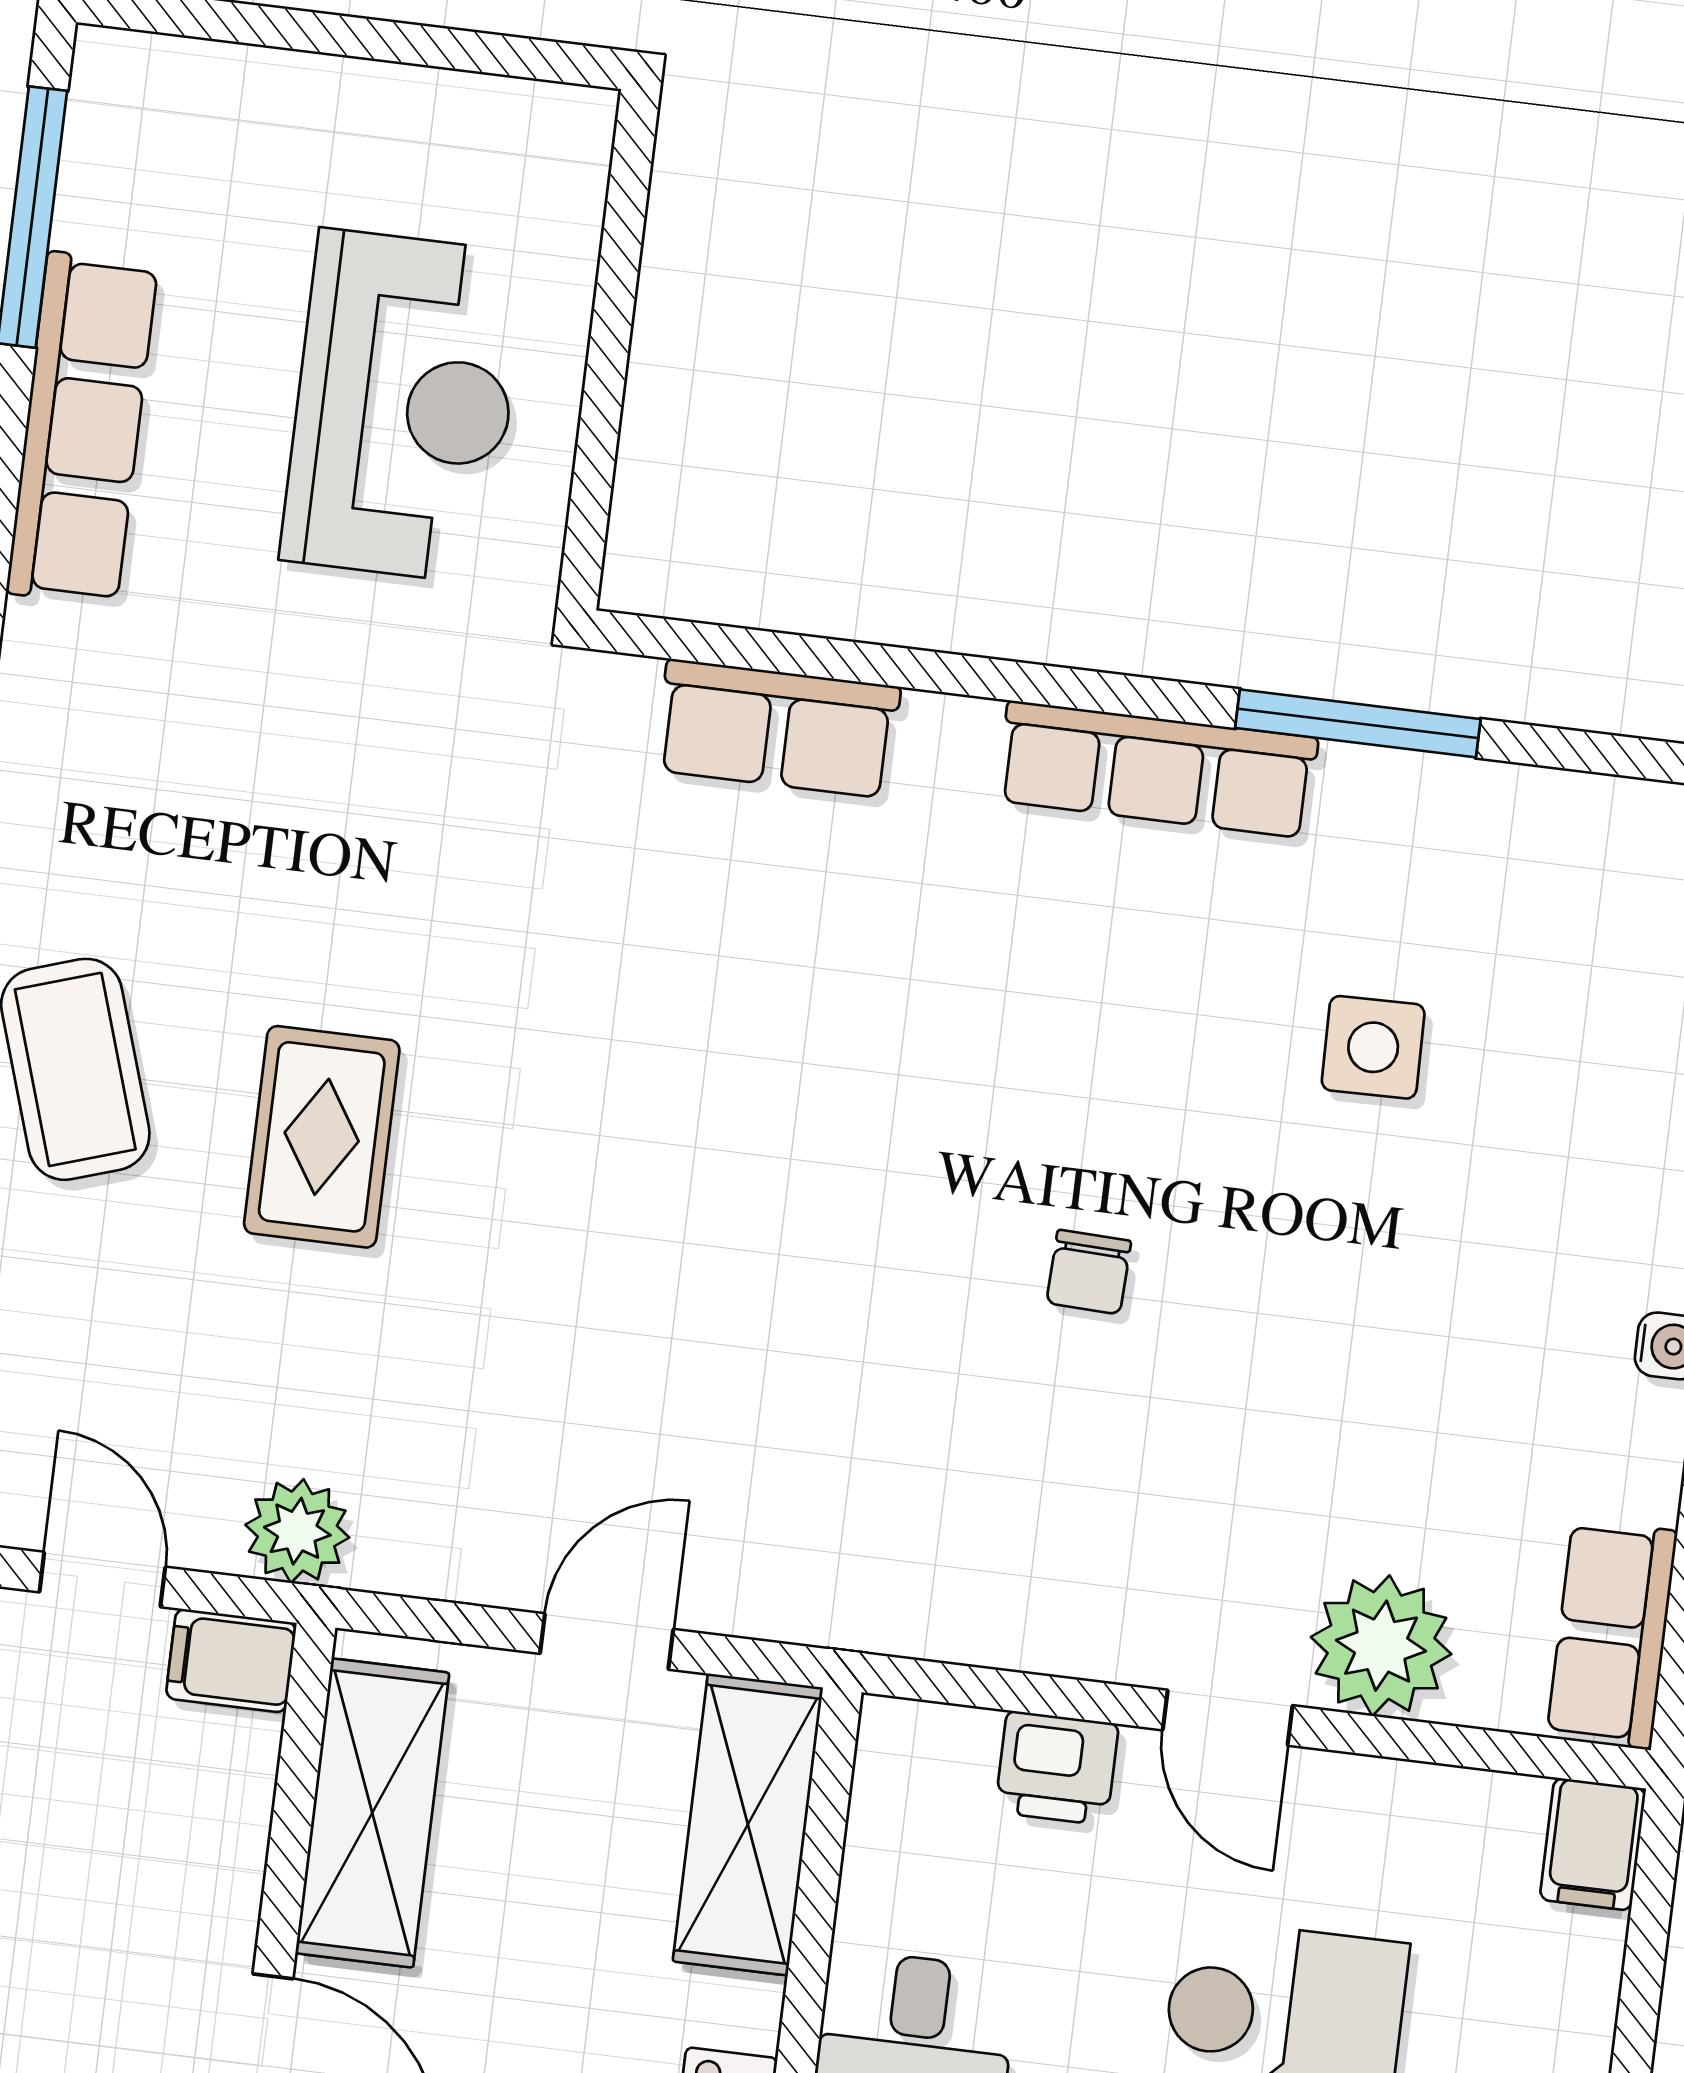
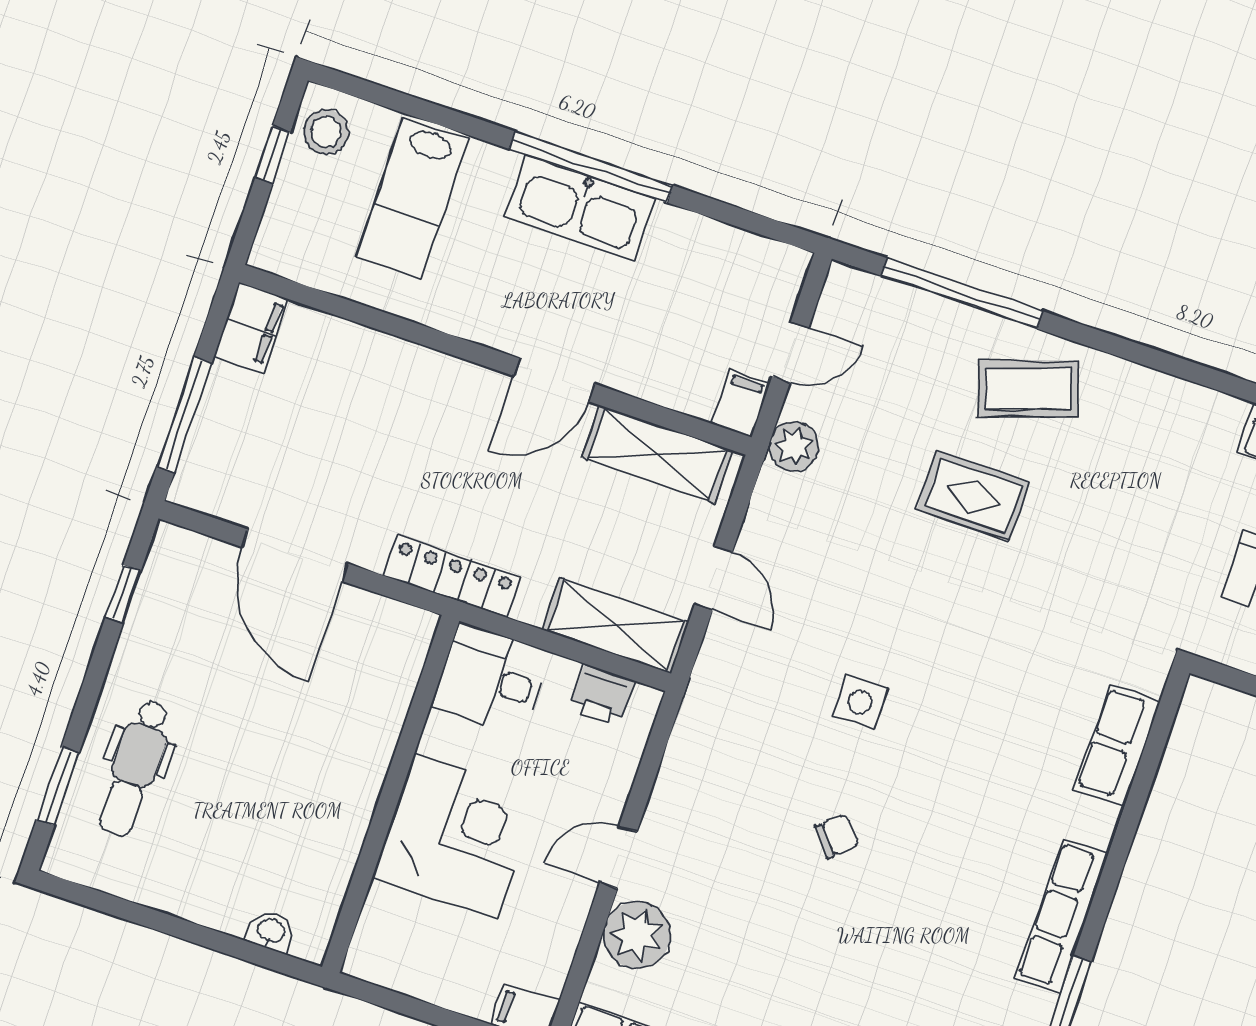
side table: (1373, 1047) -> (860, 702), moved
chair: (1089, 1272) -> (837, 836), turned 137
printer: (1057, 1768) -> (602, 695), moved, turned -90

